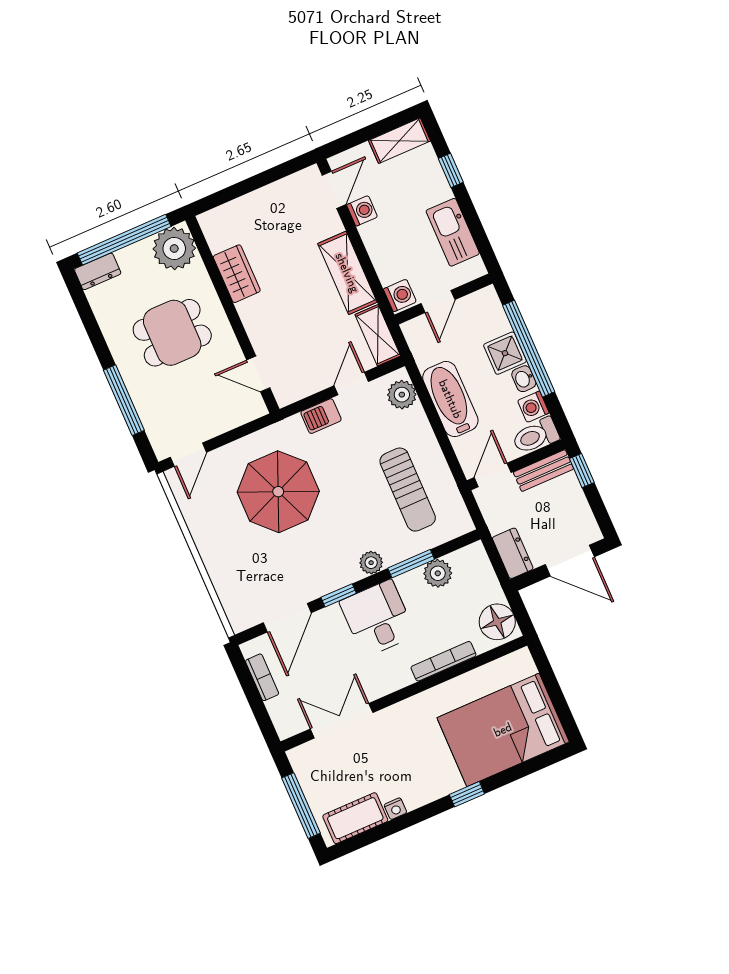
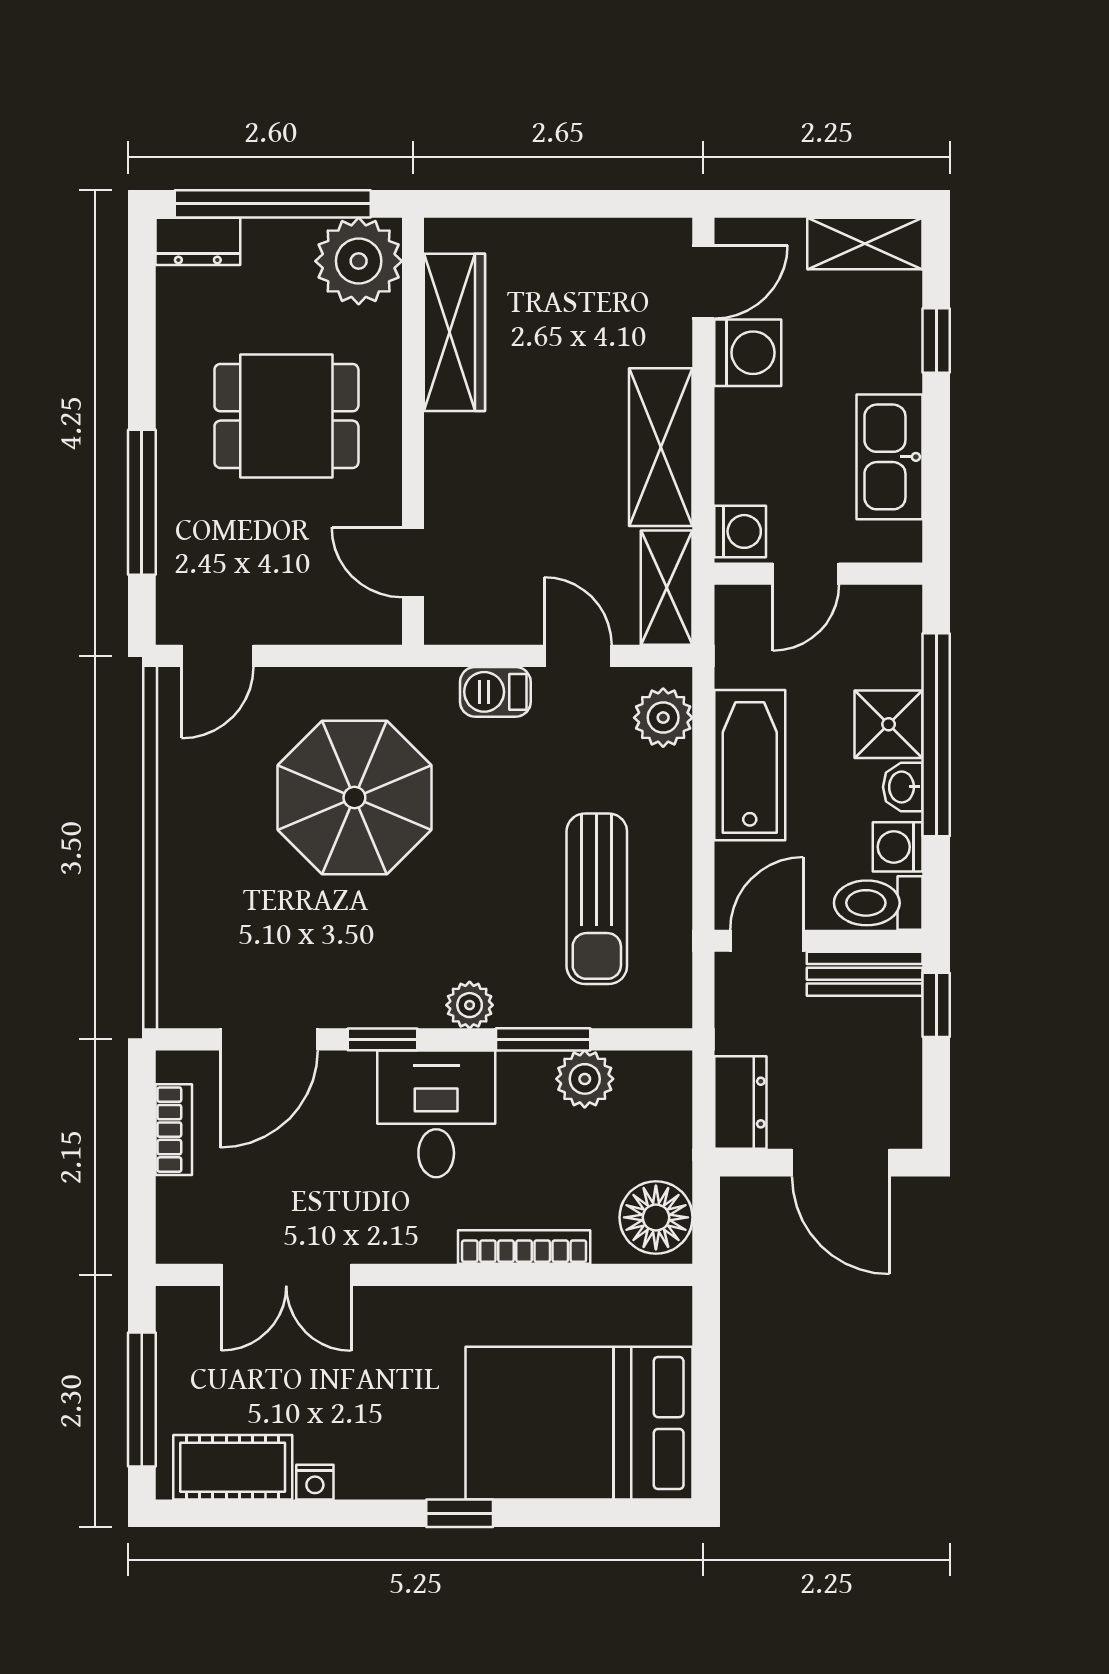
washing machine: (362, 211) -> (748, 353), width x1.38, depth x1.38
wardrobe: (237, 274) -> (454, 332), width x1.50
door: (351, 384) -> (578, 656), hinge flipped
double door: (342, 721) -> (286, 1275), swing flipped

